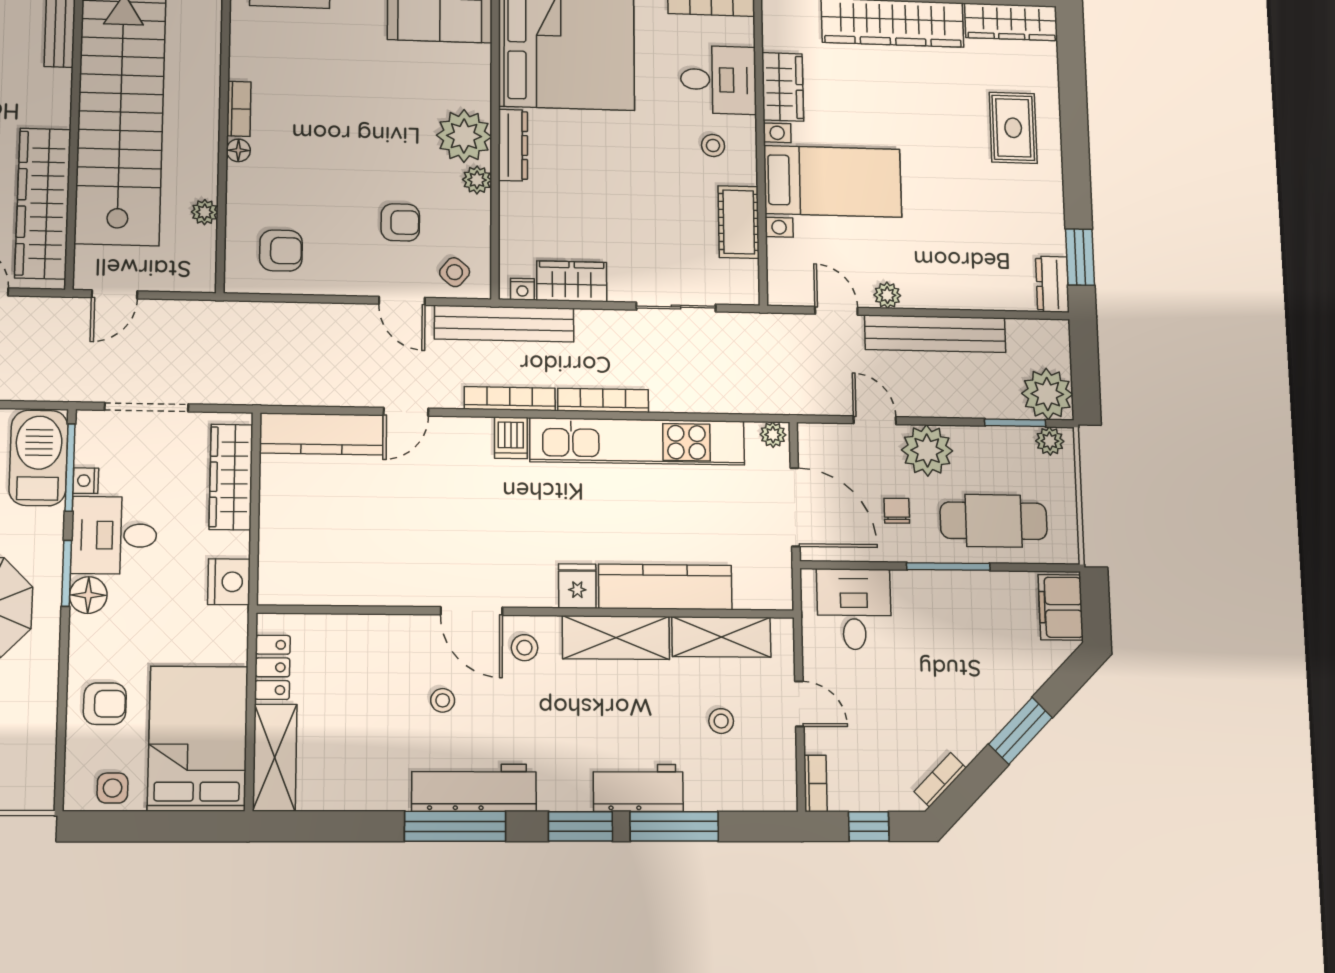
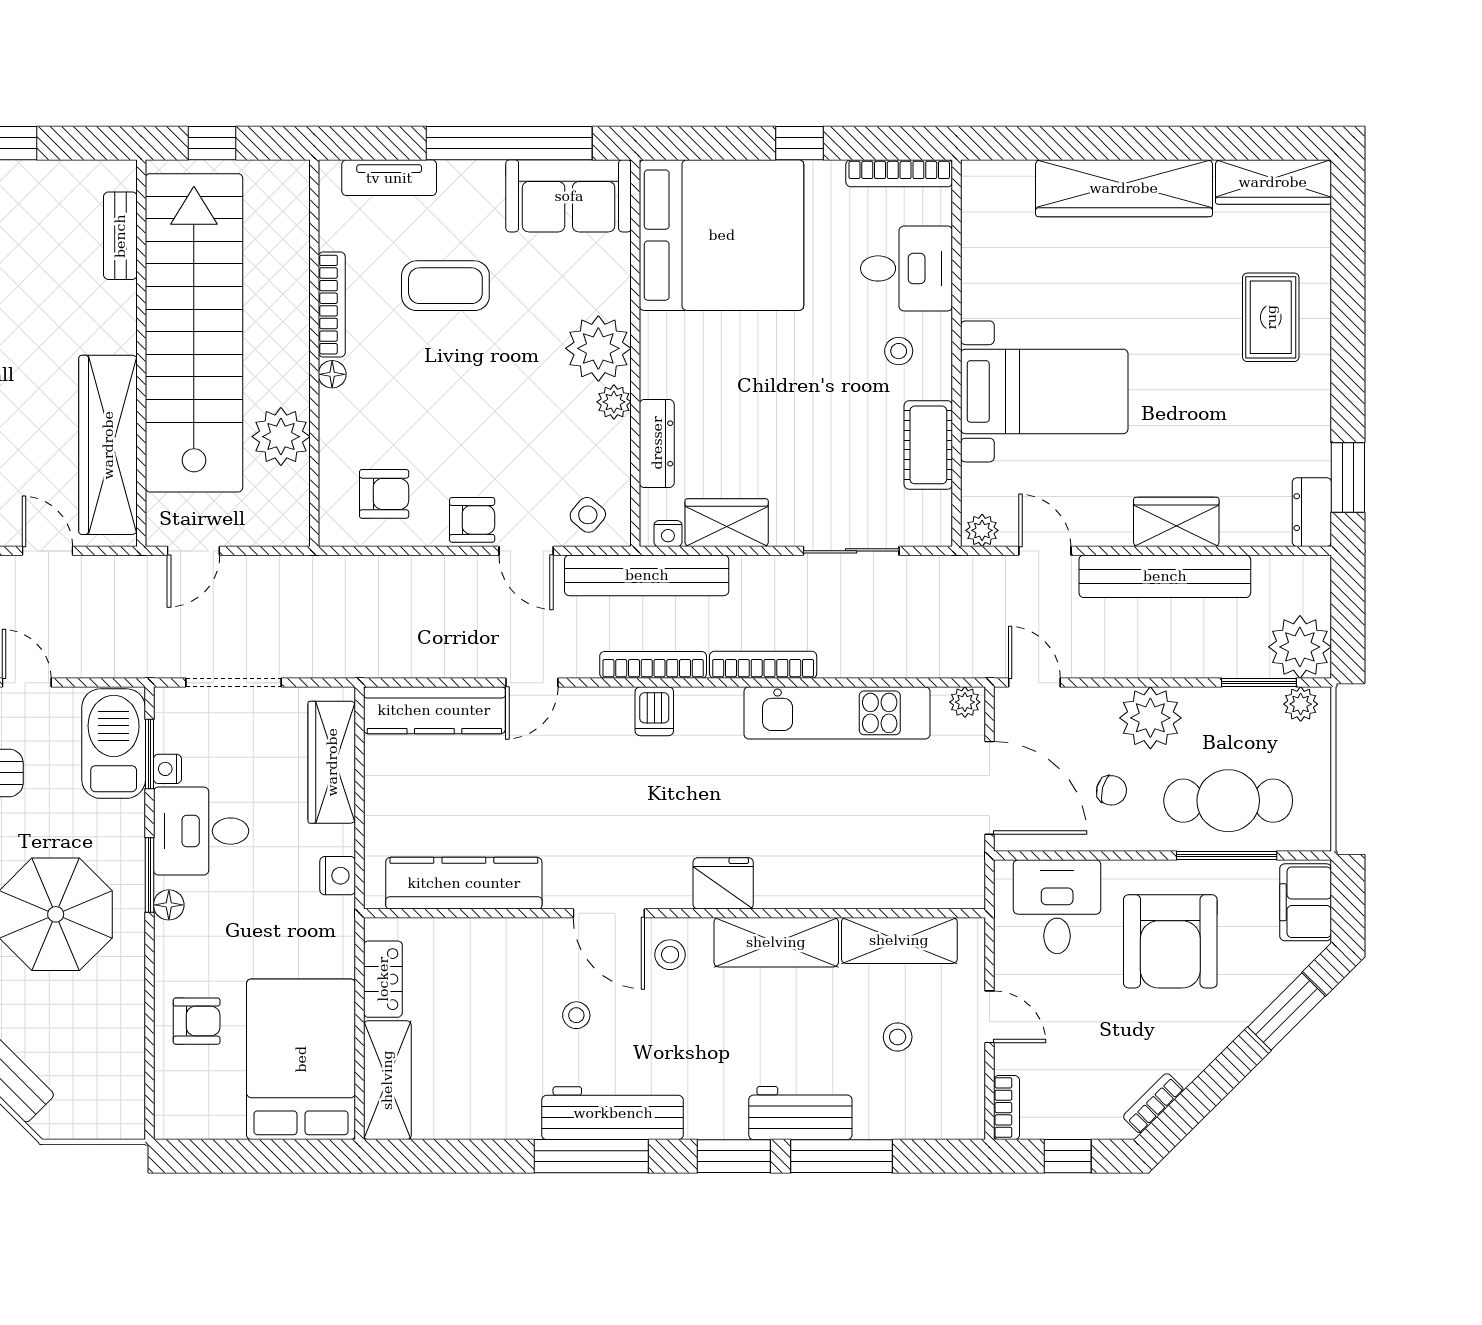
coffee table: (336, 81) -> (445, 286), added
wardrobe: (783, 87) -> (1176, 522), moved, turned -90
bookcase: (239, 109) -> (332, 305), width x1.56
dresser: (513, 145) -> (657, 443), moved
plant: (205, 212) -> (281, 437), width x1.88, depth x1.88
armchair: (400, 222) -> (472, 520), moved
plant: (887, 295) -> (982, 530), moved
door: (875, 420) -> (1034, 683), moved
kitchen unit: (637, 441) -> (837, 713), width x0.73
window: (70, 467) -> (149, 754), width x0.69
chair: (897, 511) -> (1112, 790), turned 105
window: (948, 566) -> (1227, 856), moved
nightstand: (229, 582) -> (338, 876), width x0.74, depth x0.75
fridge: (577, 586) -> (723, 883), width x1.38
kitchen counter: (665, 587) -> (464, 883), moved
floor lamp: (88, 595) -> (169, 905), width x0.73, depth x0.73
armchair: (950, 640) -> (1170, 941), added
window: (1020, 731) -> (1286, 1011), moved
side table: (113, 788) -> (208, 1114), removed

